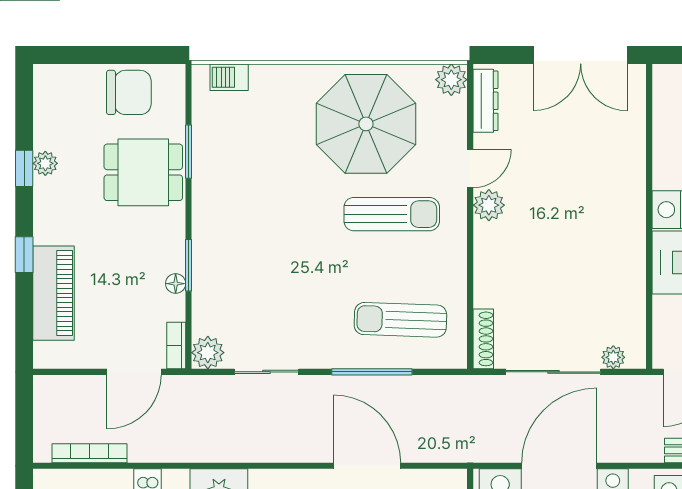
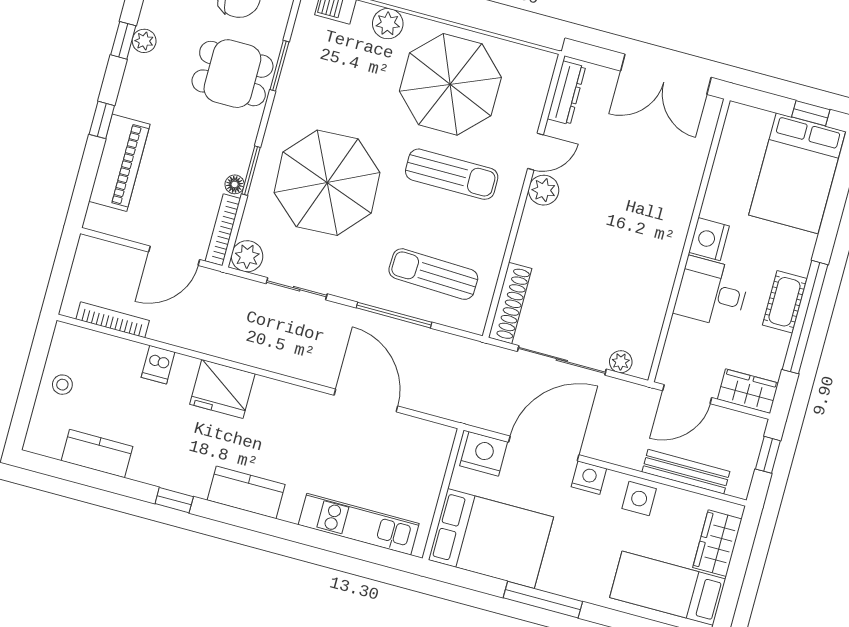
plant: (451, 80) -> (388, 24), moved
parasol: (268, 257) -> (327, 183), added
shoe rack: (483, 339) -> (510, 303), width x1.36, depth x1.24
bookcase: (176, 346) -> (223, 230), width x1.56

